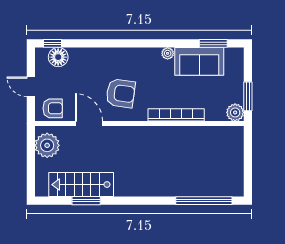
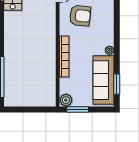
sofa: (199, 61) -> (104, 80), width x1.36
armchair: (121, 93) -> (80, 16), turned -92

